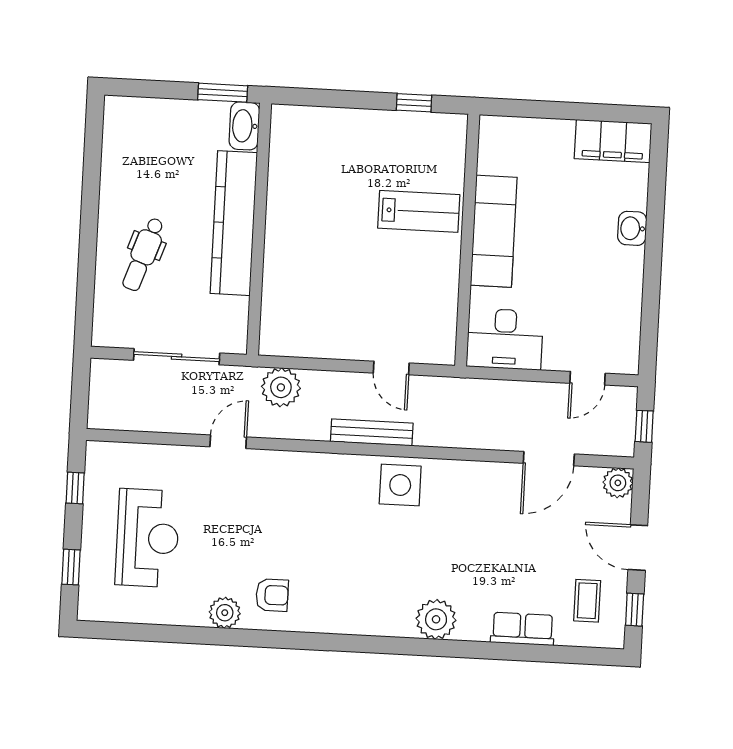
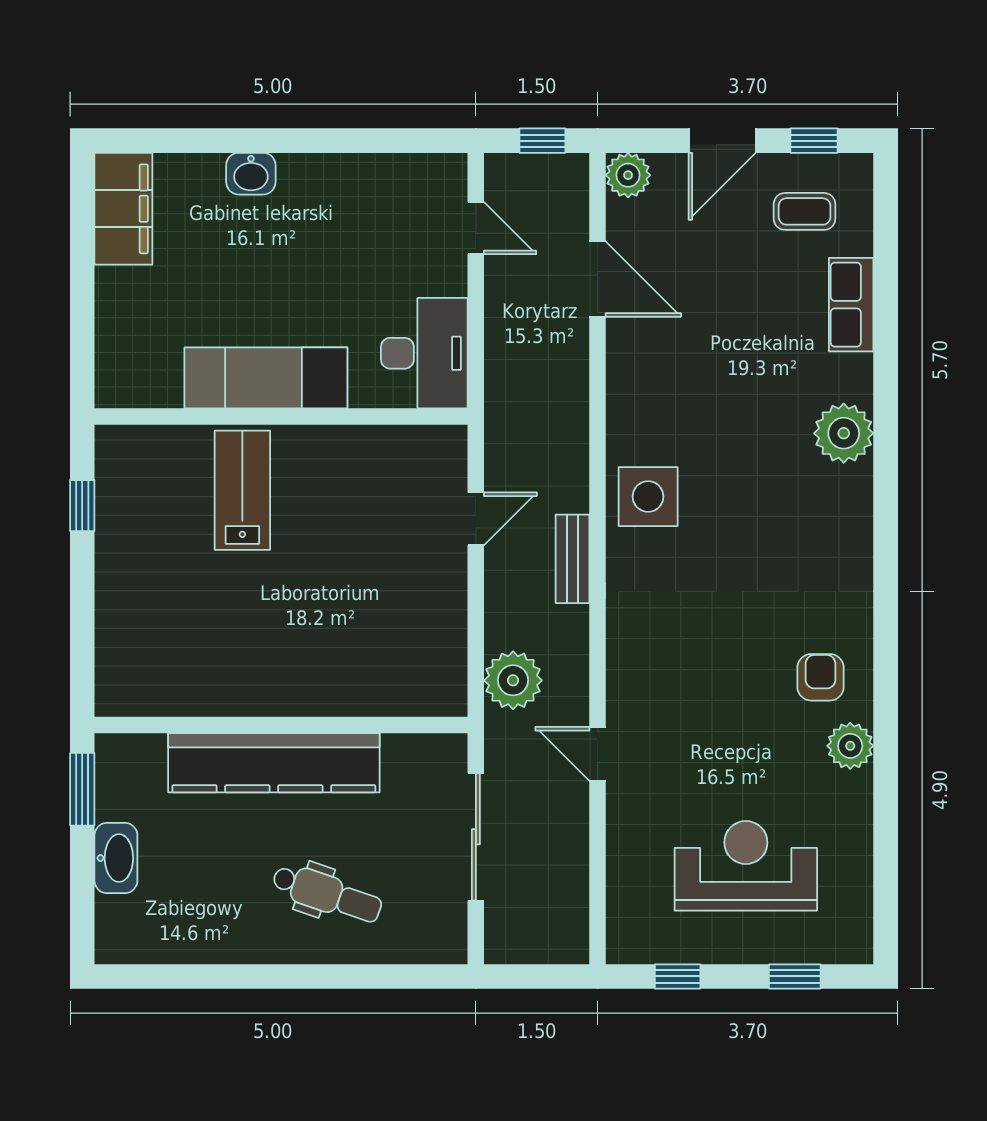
washbasin: (244, 126) -> (116, 858), moved, turned -90
bench: (372, 432) -> (573, 559), width x0.73

